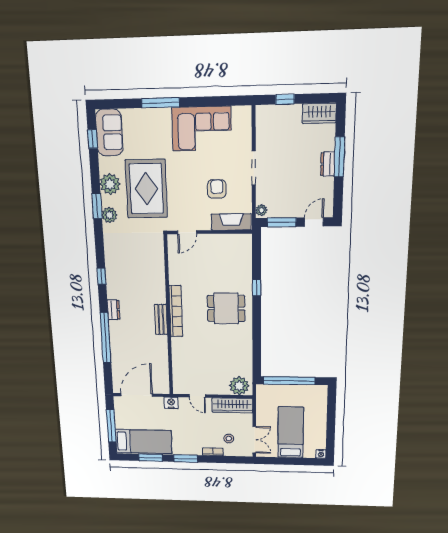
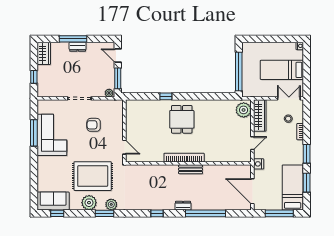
window: (161, 103) -> (34, 133), moved
fireplace: (231, 222) -> (117, 115), removed

